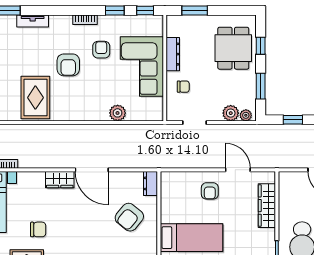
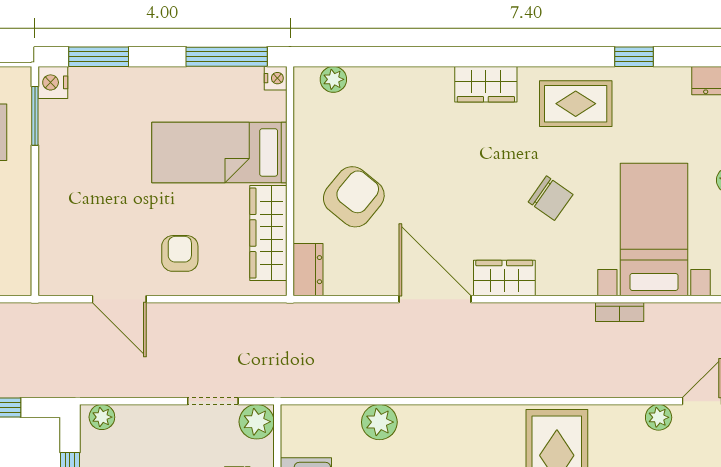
plant: (231, 113) -> (257, 422), moved
wardrobe: (267, 206) -> (268, 233), moved, turned 180
chair: (38, 229) -> (551, 198), moved, turned -145

